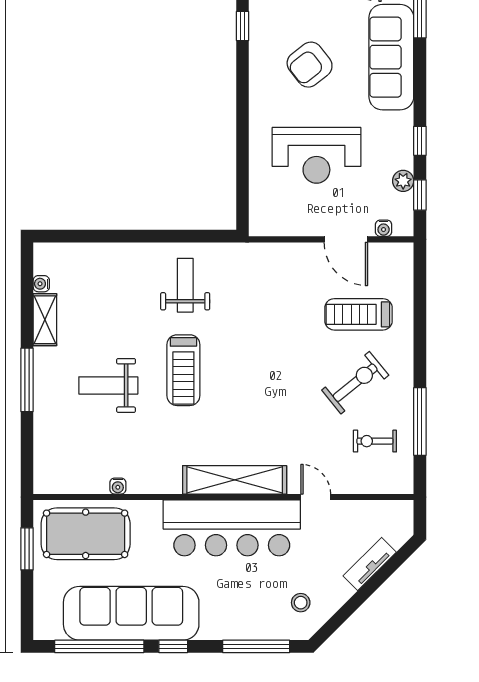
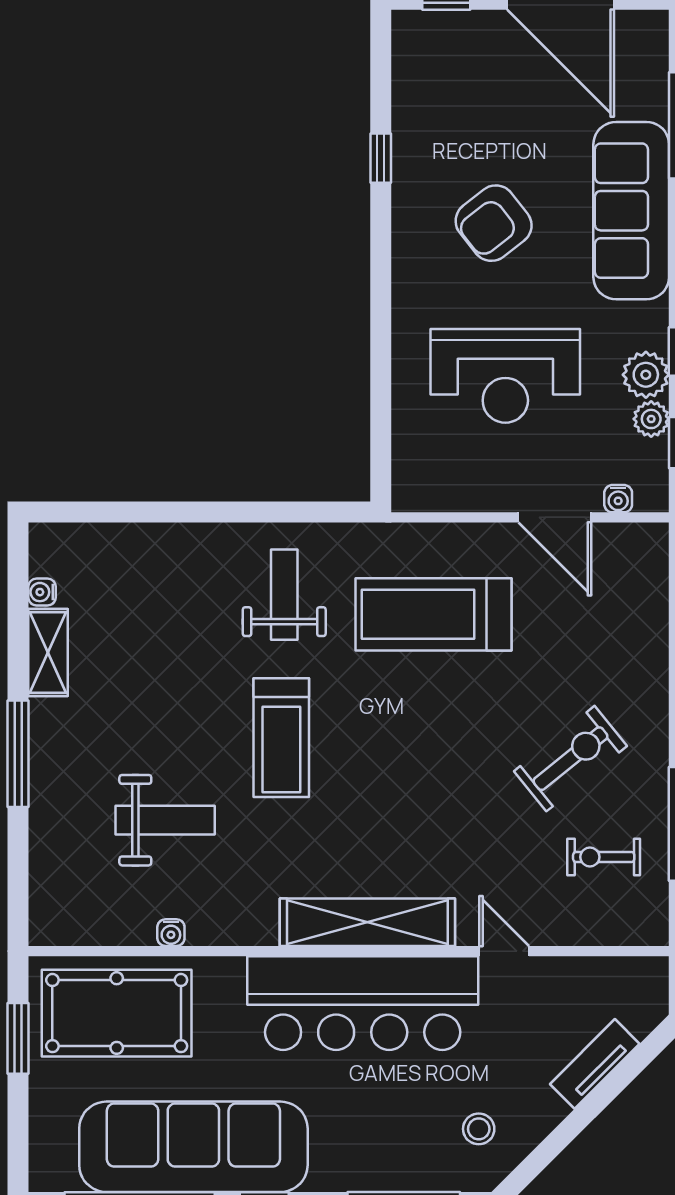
plant: (400, 155) -> (646, 375), added
treadmill: (359, 314) -> (434, 614), moved, width x1.37, depth x1.38
weight bench: (108, 385) -> (165, 820), moved, turned 180

